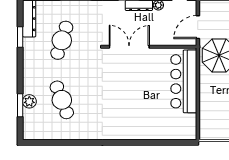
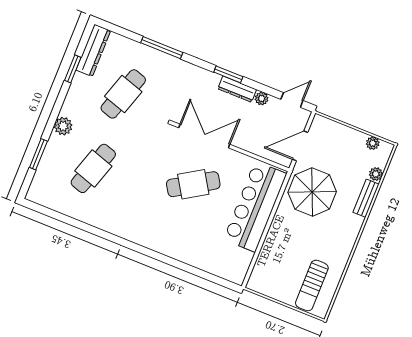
cafe table: (135, 83) -> (193, 184), added
cafe table: (62, 100) -> (93, 168), turned 39
plant: (29, 101) -> (63, 126), moved

